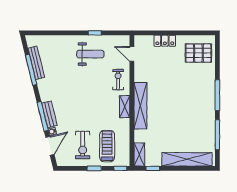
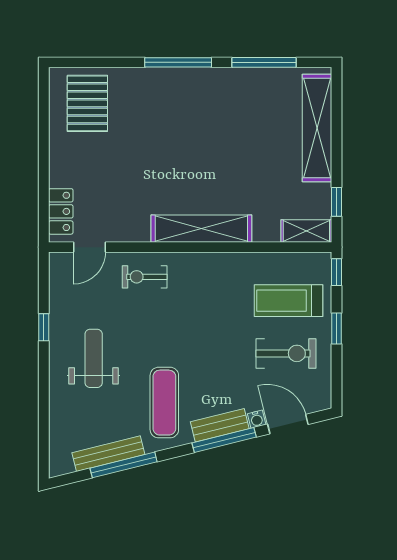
locker: (165, 41) -> (61, 211), moved
weight bench: (90, 54) -> (94, 358), moved
exercise mat: (60, 89) -> (164, 403), added
shelving: (125, 107) -> (203, 263), removed

